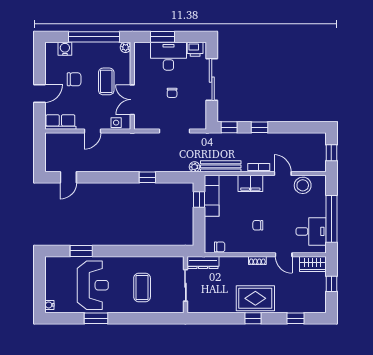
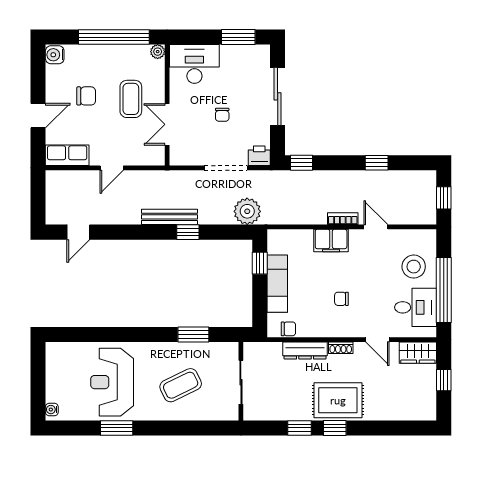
window: (163, 37) -> (238, 37), moved
water cooler: (65, 49) -> (55, 55), moved, turned -90
printer: (195, 49) -> (259, 156), moved, turned 180
desk: (168, 56) -> (194, 64), moved
side table: (116, 123) -> (145, 156), removed
window: (260, 127) -> (377, 163), moved
bench: (221, 166) -> (169, 217), moved
plant: (195, 167) -> (247, 211), width x1.88, depth x1.88
stool: (303, 185) -> (414, 267), moved
exam couch: (212, 196) -> (277, 284), moved
window: (81, 251) -> (193, 334), moved
dresser: (203, 262) -> (305, 350), moved
reception desk: (93, 285) -> (112, 382), turned 180
coffee table: (142, 287) -> (181, 385), turned 64
window: (295, 318) -> (299, 428), moved

